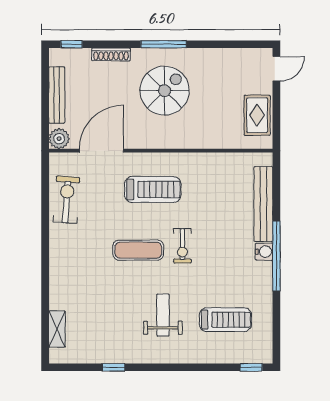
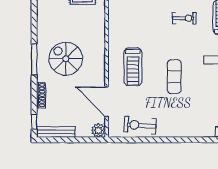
bench: (57, 95) -> (56, 132), moved
treadmill: (153, 189) -> (133, 67), turned 180
exercise bike: (182, 246) -> (184, 18), moved

